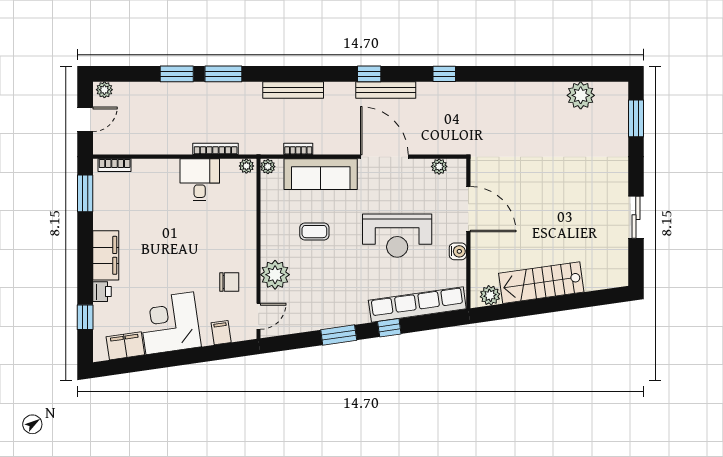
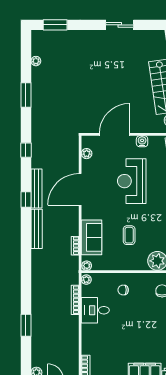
window: (223, 74) -> (26, 95), moved
bench: (293, 90) -> (37, 229), moved
plant: (581, 95) -> (36, 61), width x0.53, depth x0.53
sofa: (321, 174) -> (92, 237), width x0.73
chair: (231, 222) -> (123, 290), added
reception desk: (397, 236) -> (132, 181), turned 180

